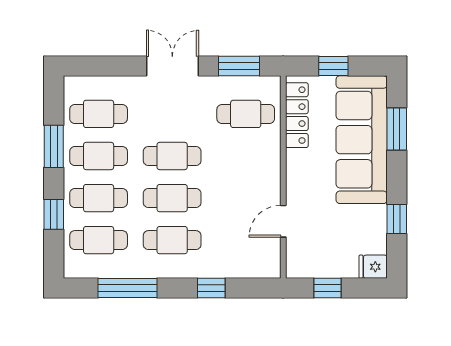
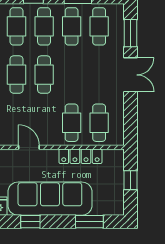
window: (239, 66) -> (131, 33), moved
locker: (297, 115) -> (80, 156), moved
sofa: (362, 140) -> (50, 199), moved
cafe table: (172, 156) -> (72, 123), moved

